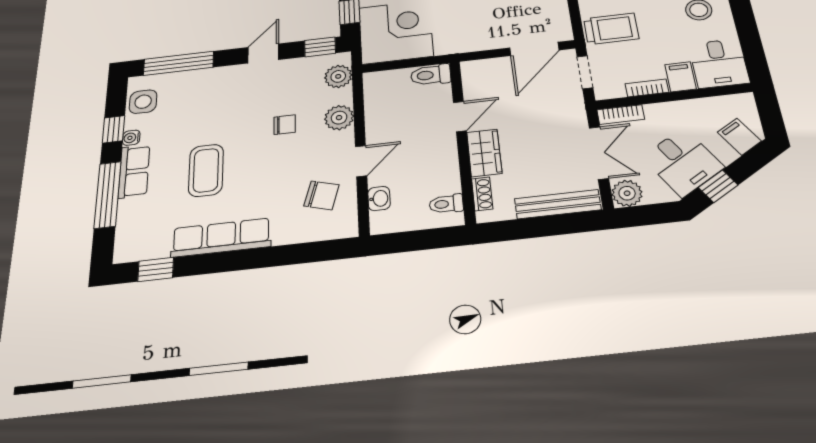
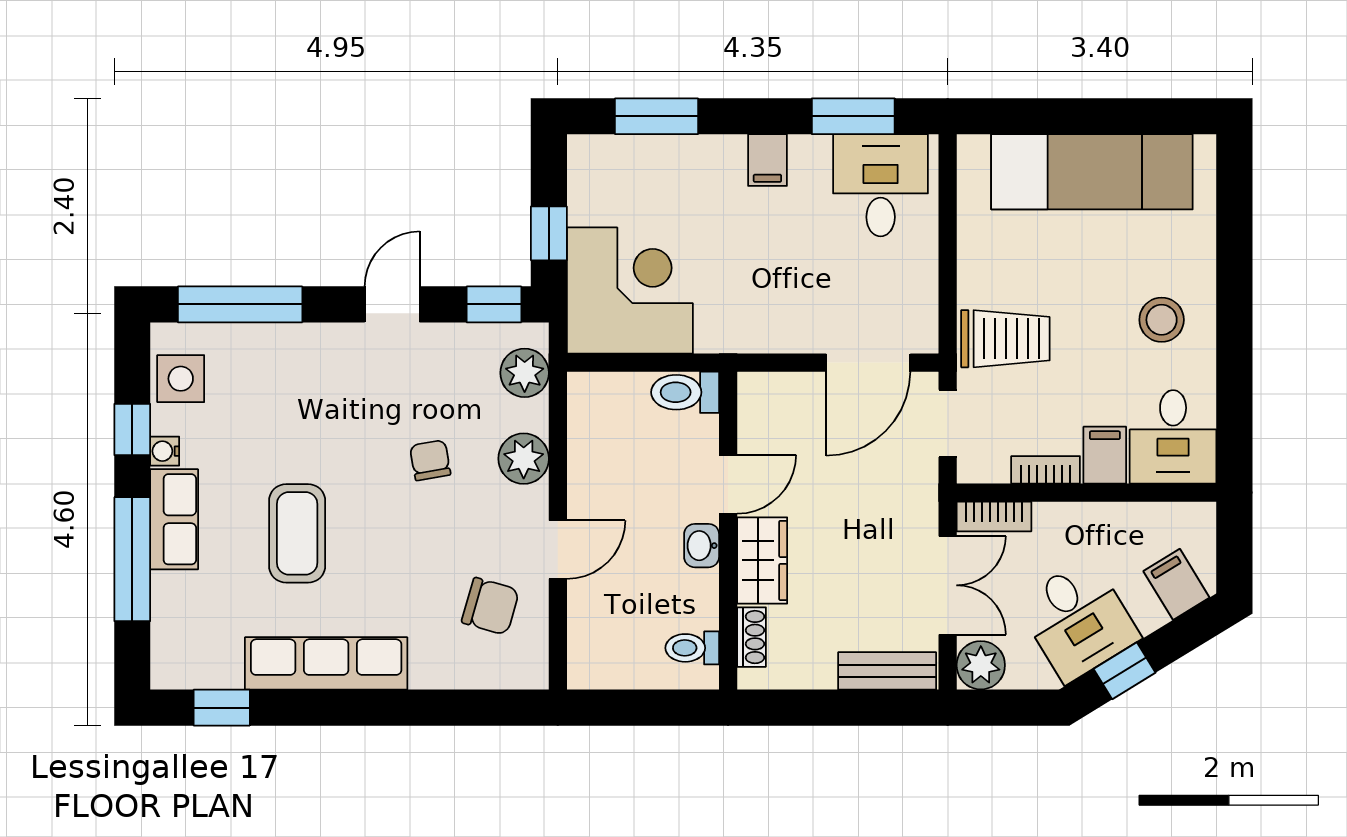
chair: (285, 125) -> (430, 460), turned -100
washbasin: (379, 199) -> (702, 546), moved, turned 180
bench: (558, 204) -> (887, 671), width x0.73

